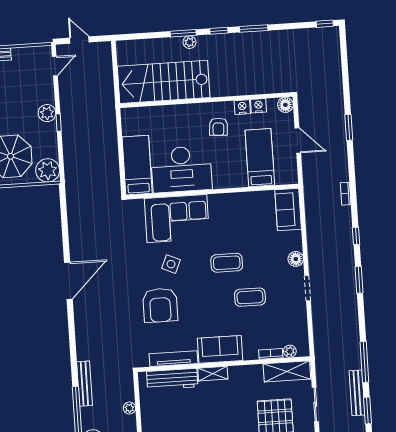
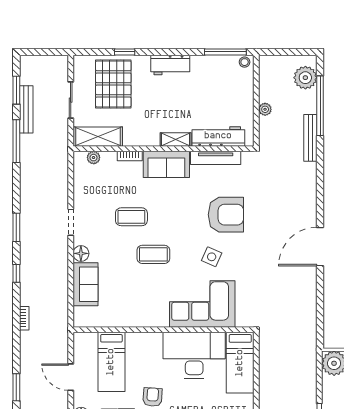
sofa: (288, 210) -> (86, 284), moved
armchair: (160, 305) -> (226, 215), turned 90
bookcase: (271, 354) -> (130, 156), moved

